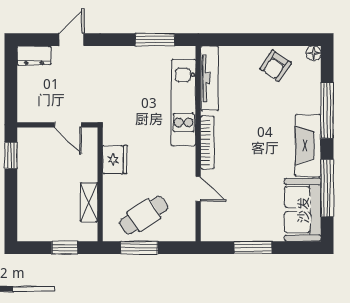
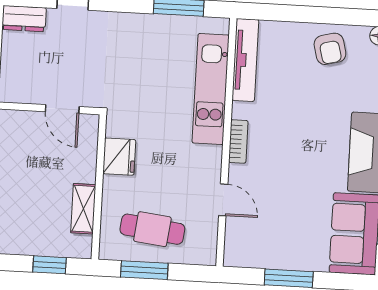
armchair: (275, 66) -> (330, 49), turned -48
bookcase: (207, 142) -> (238, 141), width x0.64
cafe table: (144, 215) -> (152, 229), turned 40

